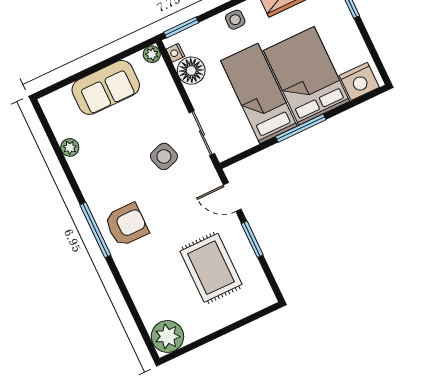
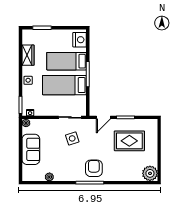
floor lamp: (191, 71) -> (41, 109), removed
bed: (306, 76) -> (67, 61), width x0.67

